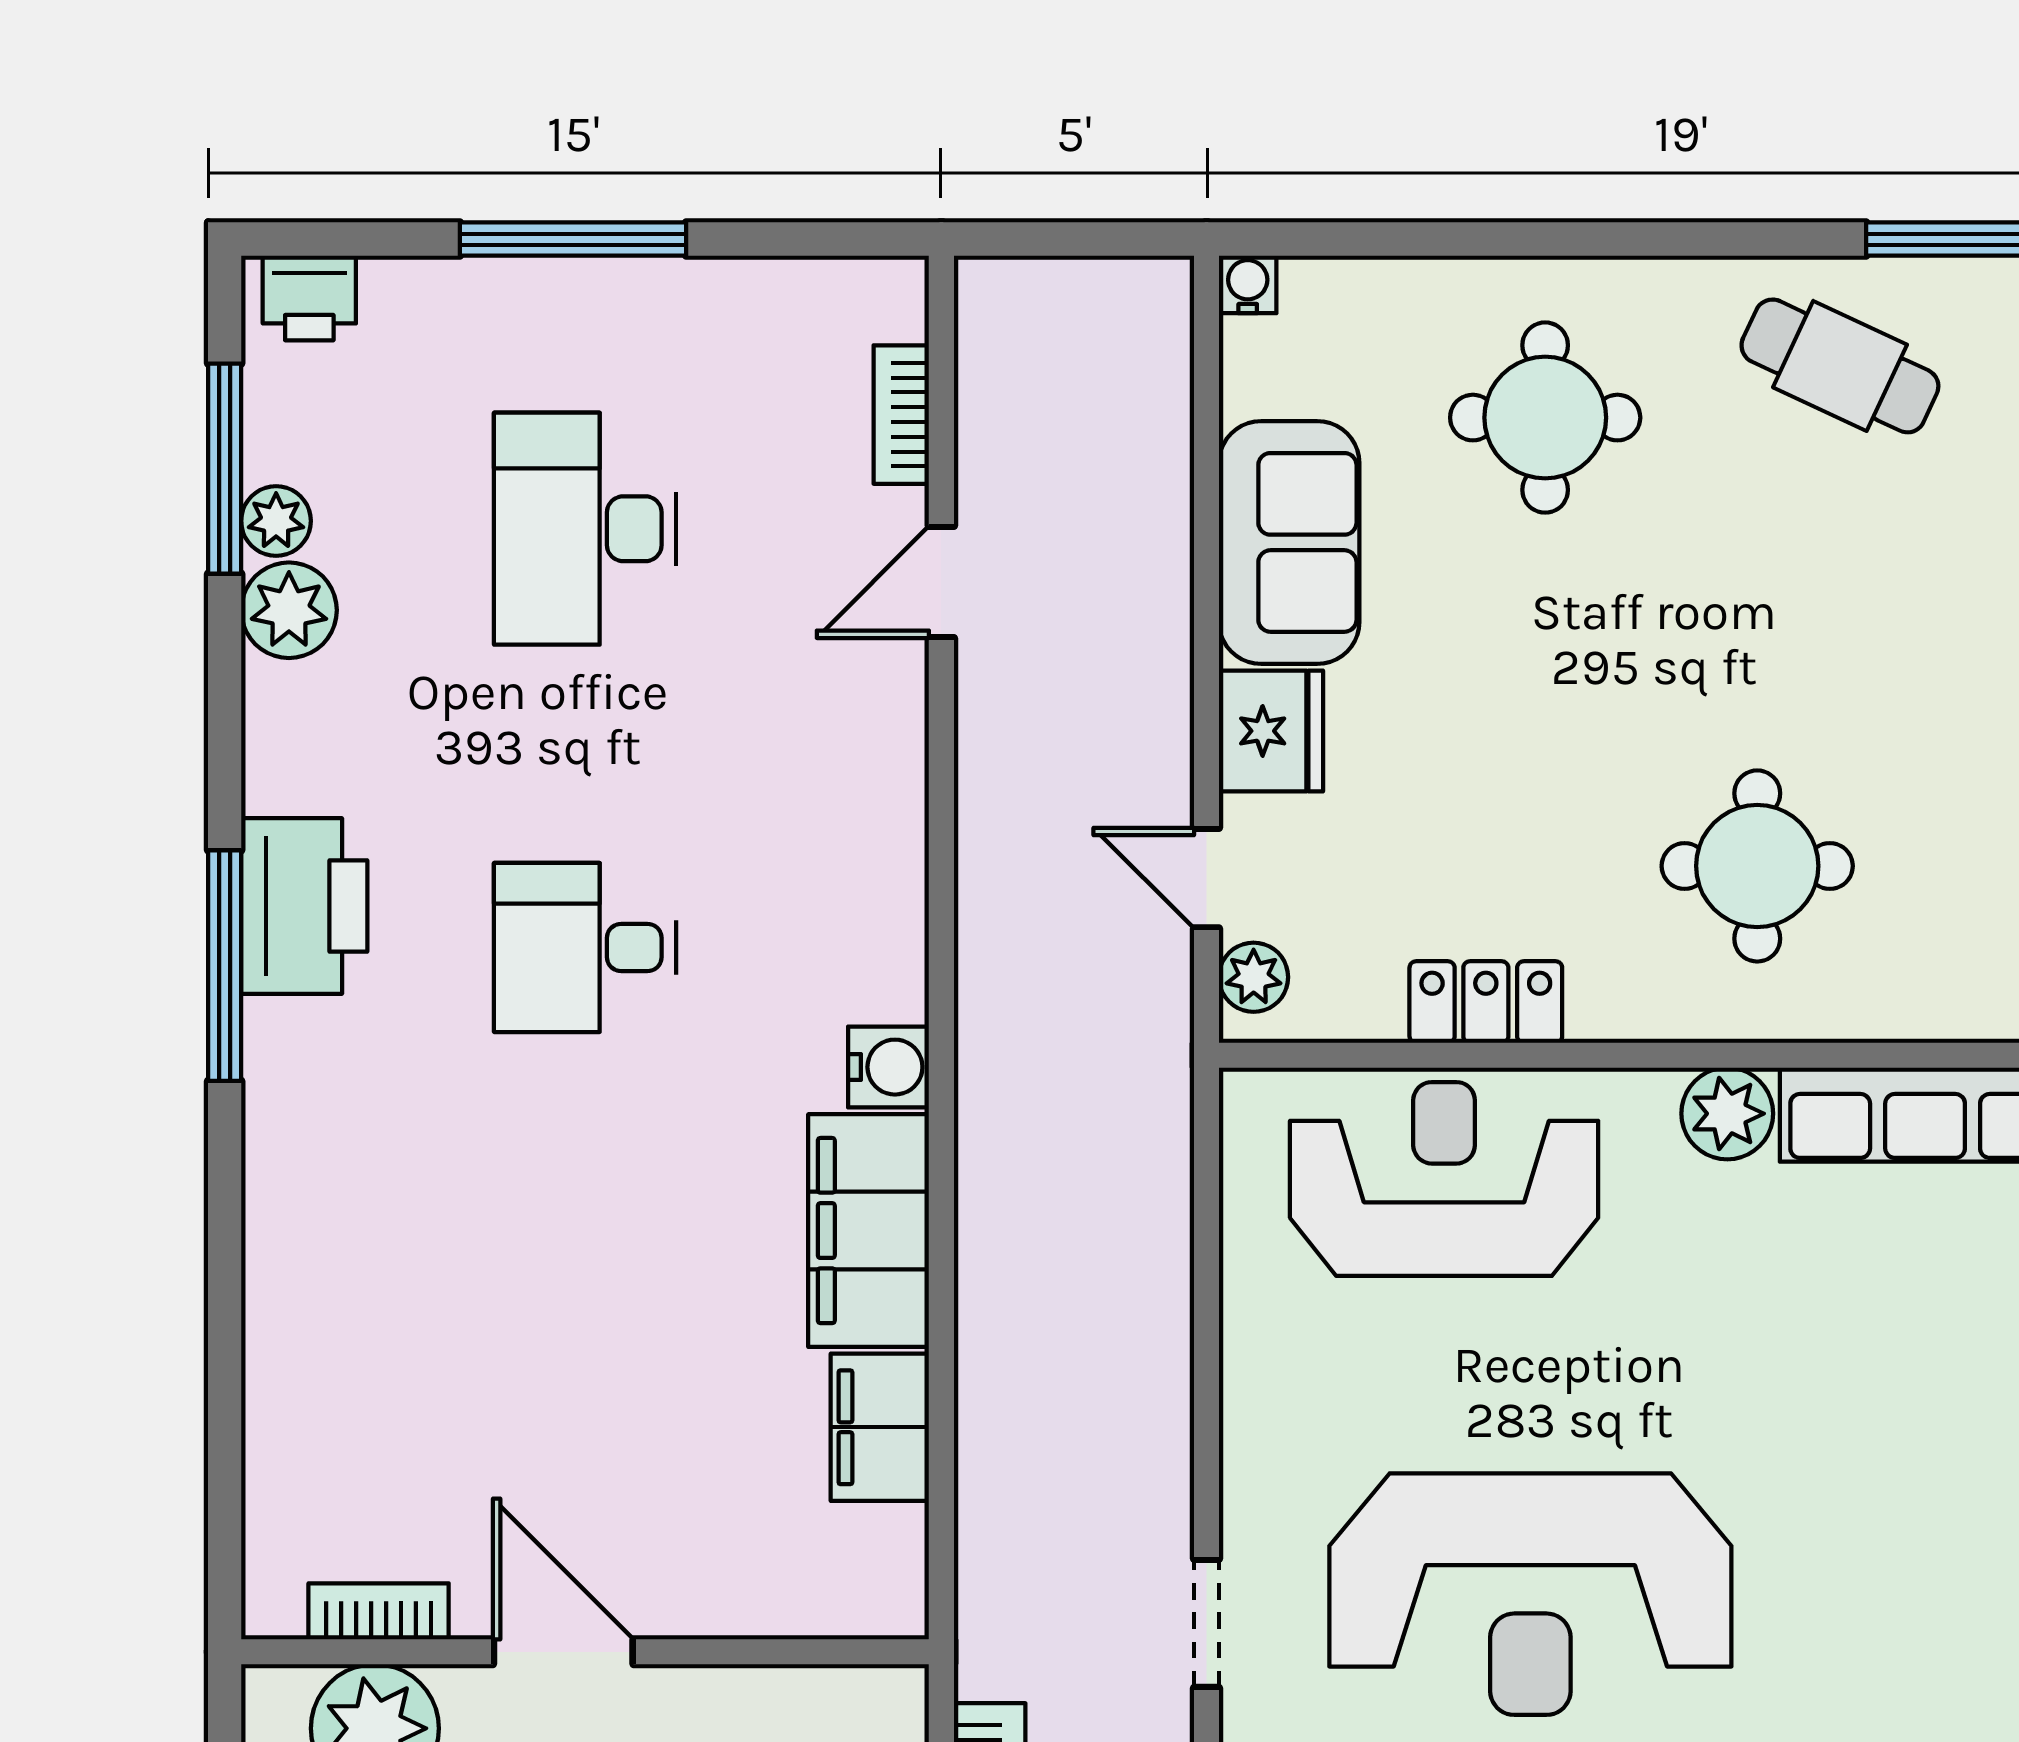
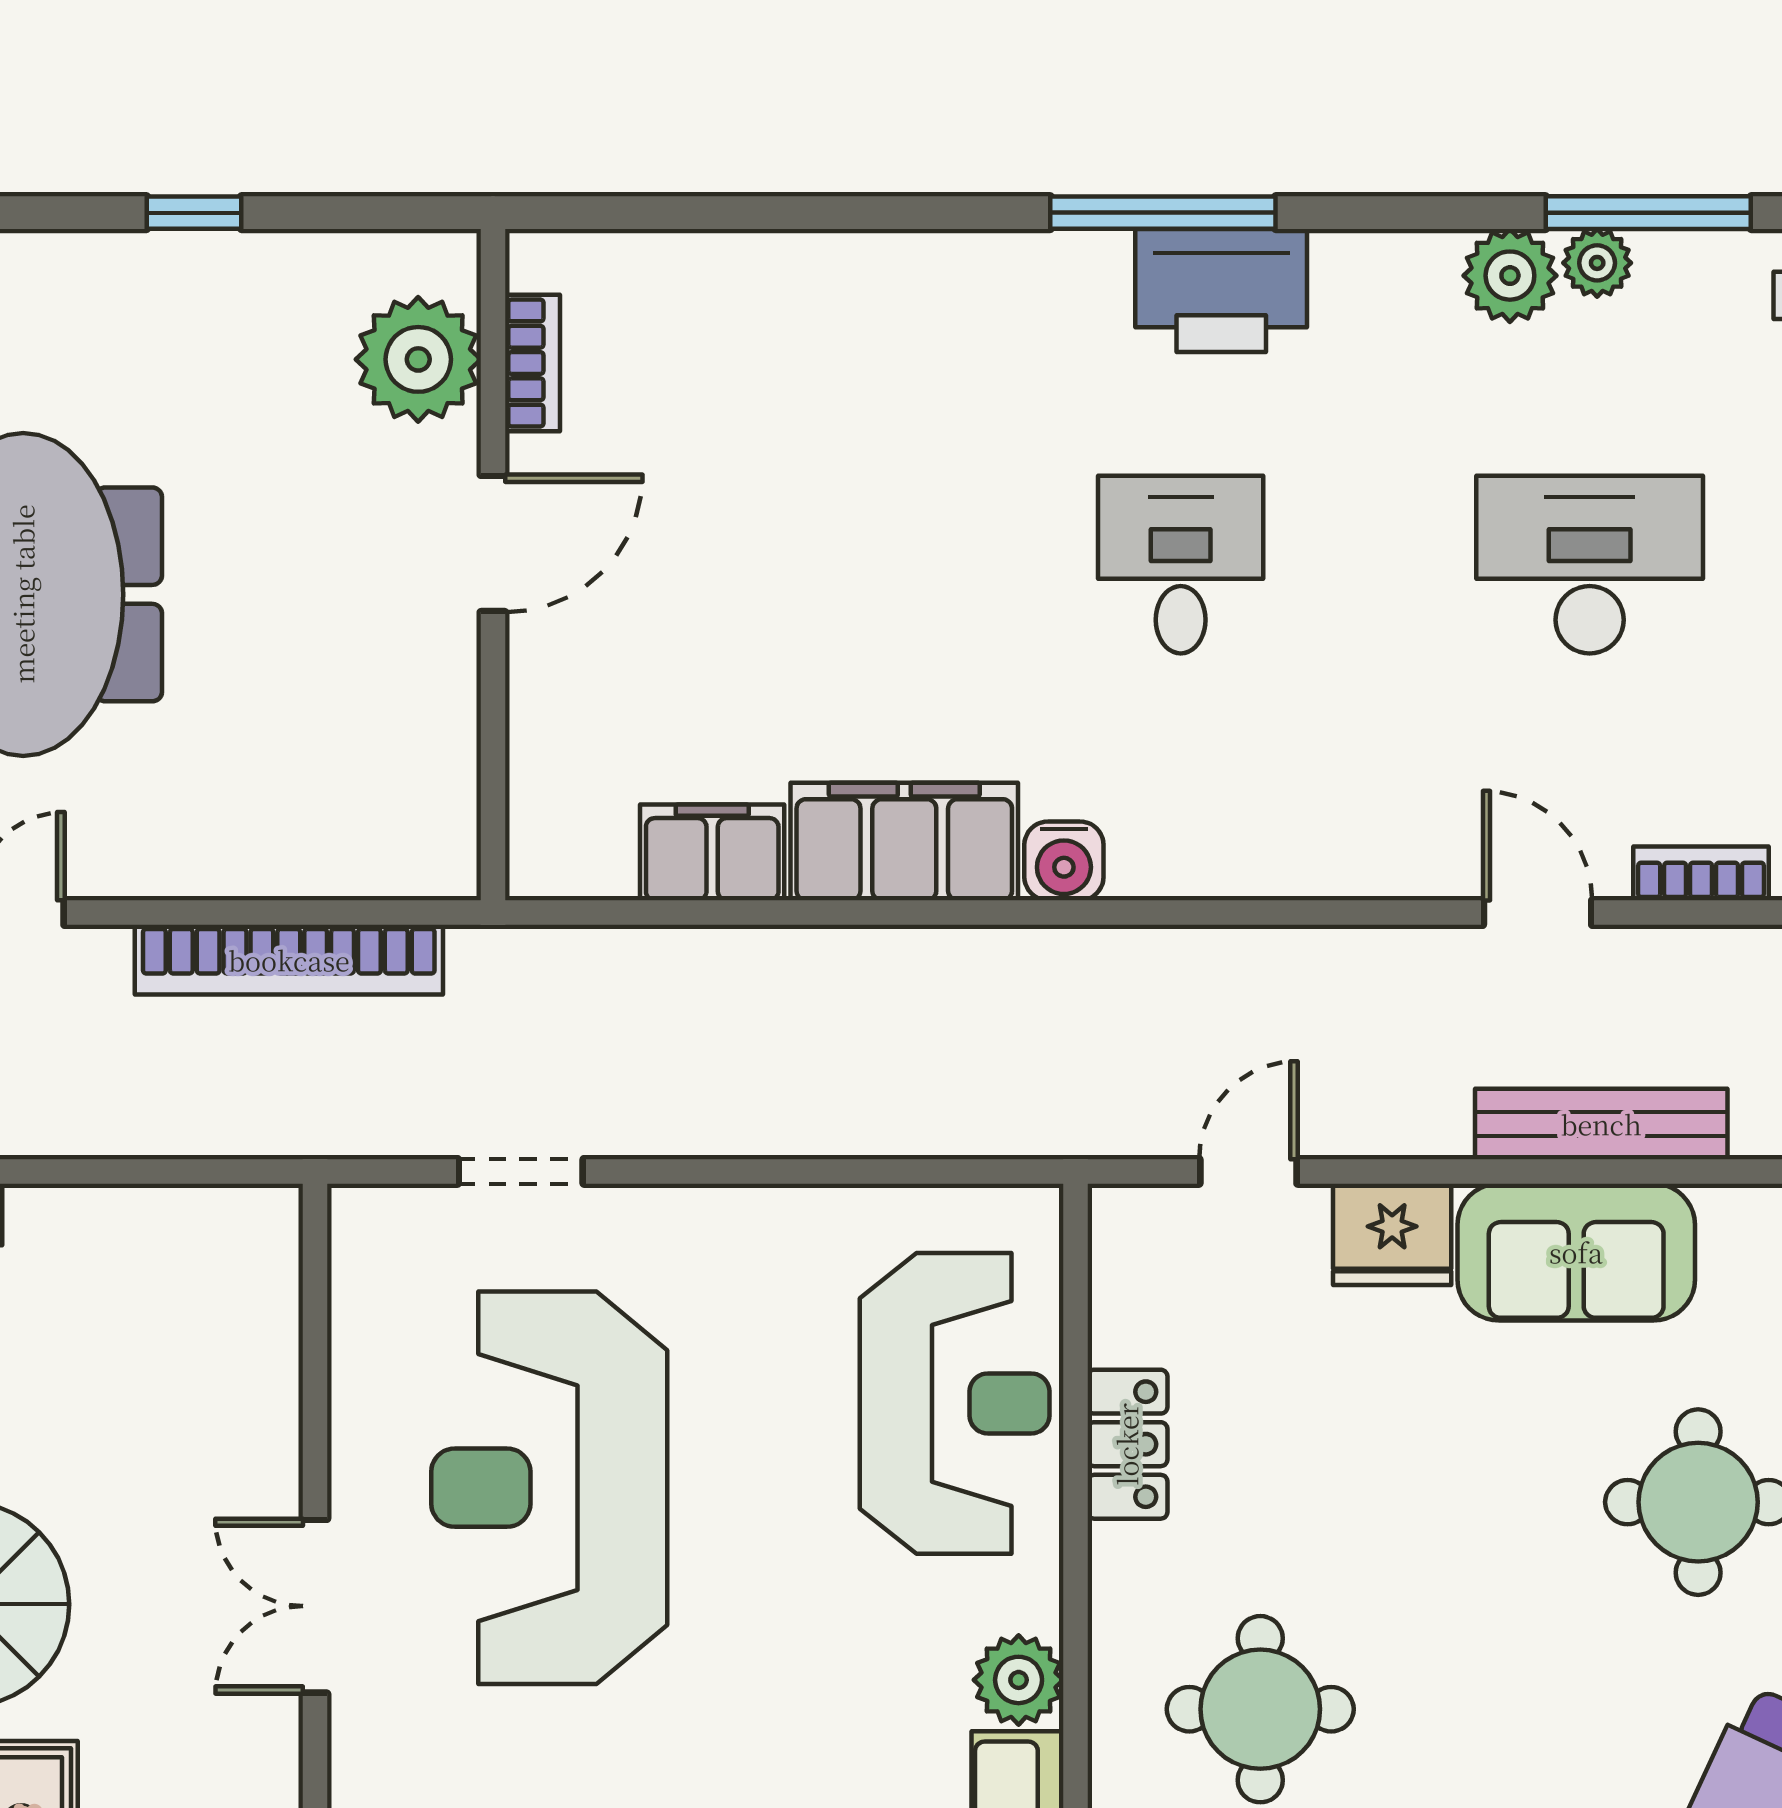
bench: (1158, 517) -> (1601, 1124), added
plant: (1254, 977) -> (1152, 1217), removed

